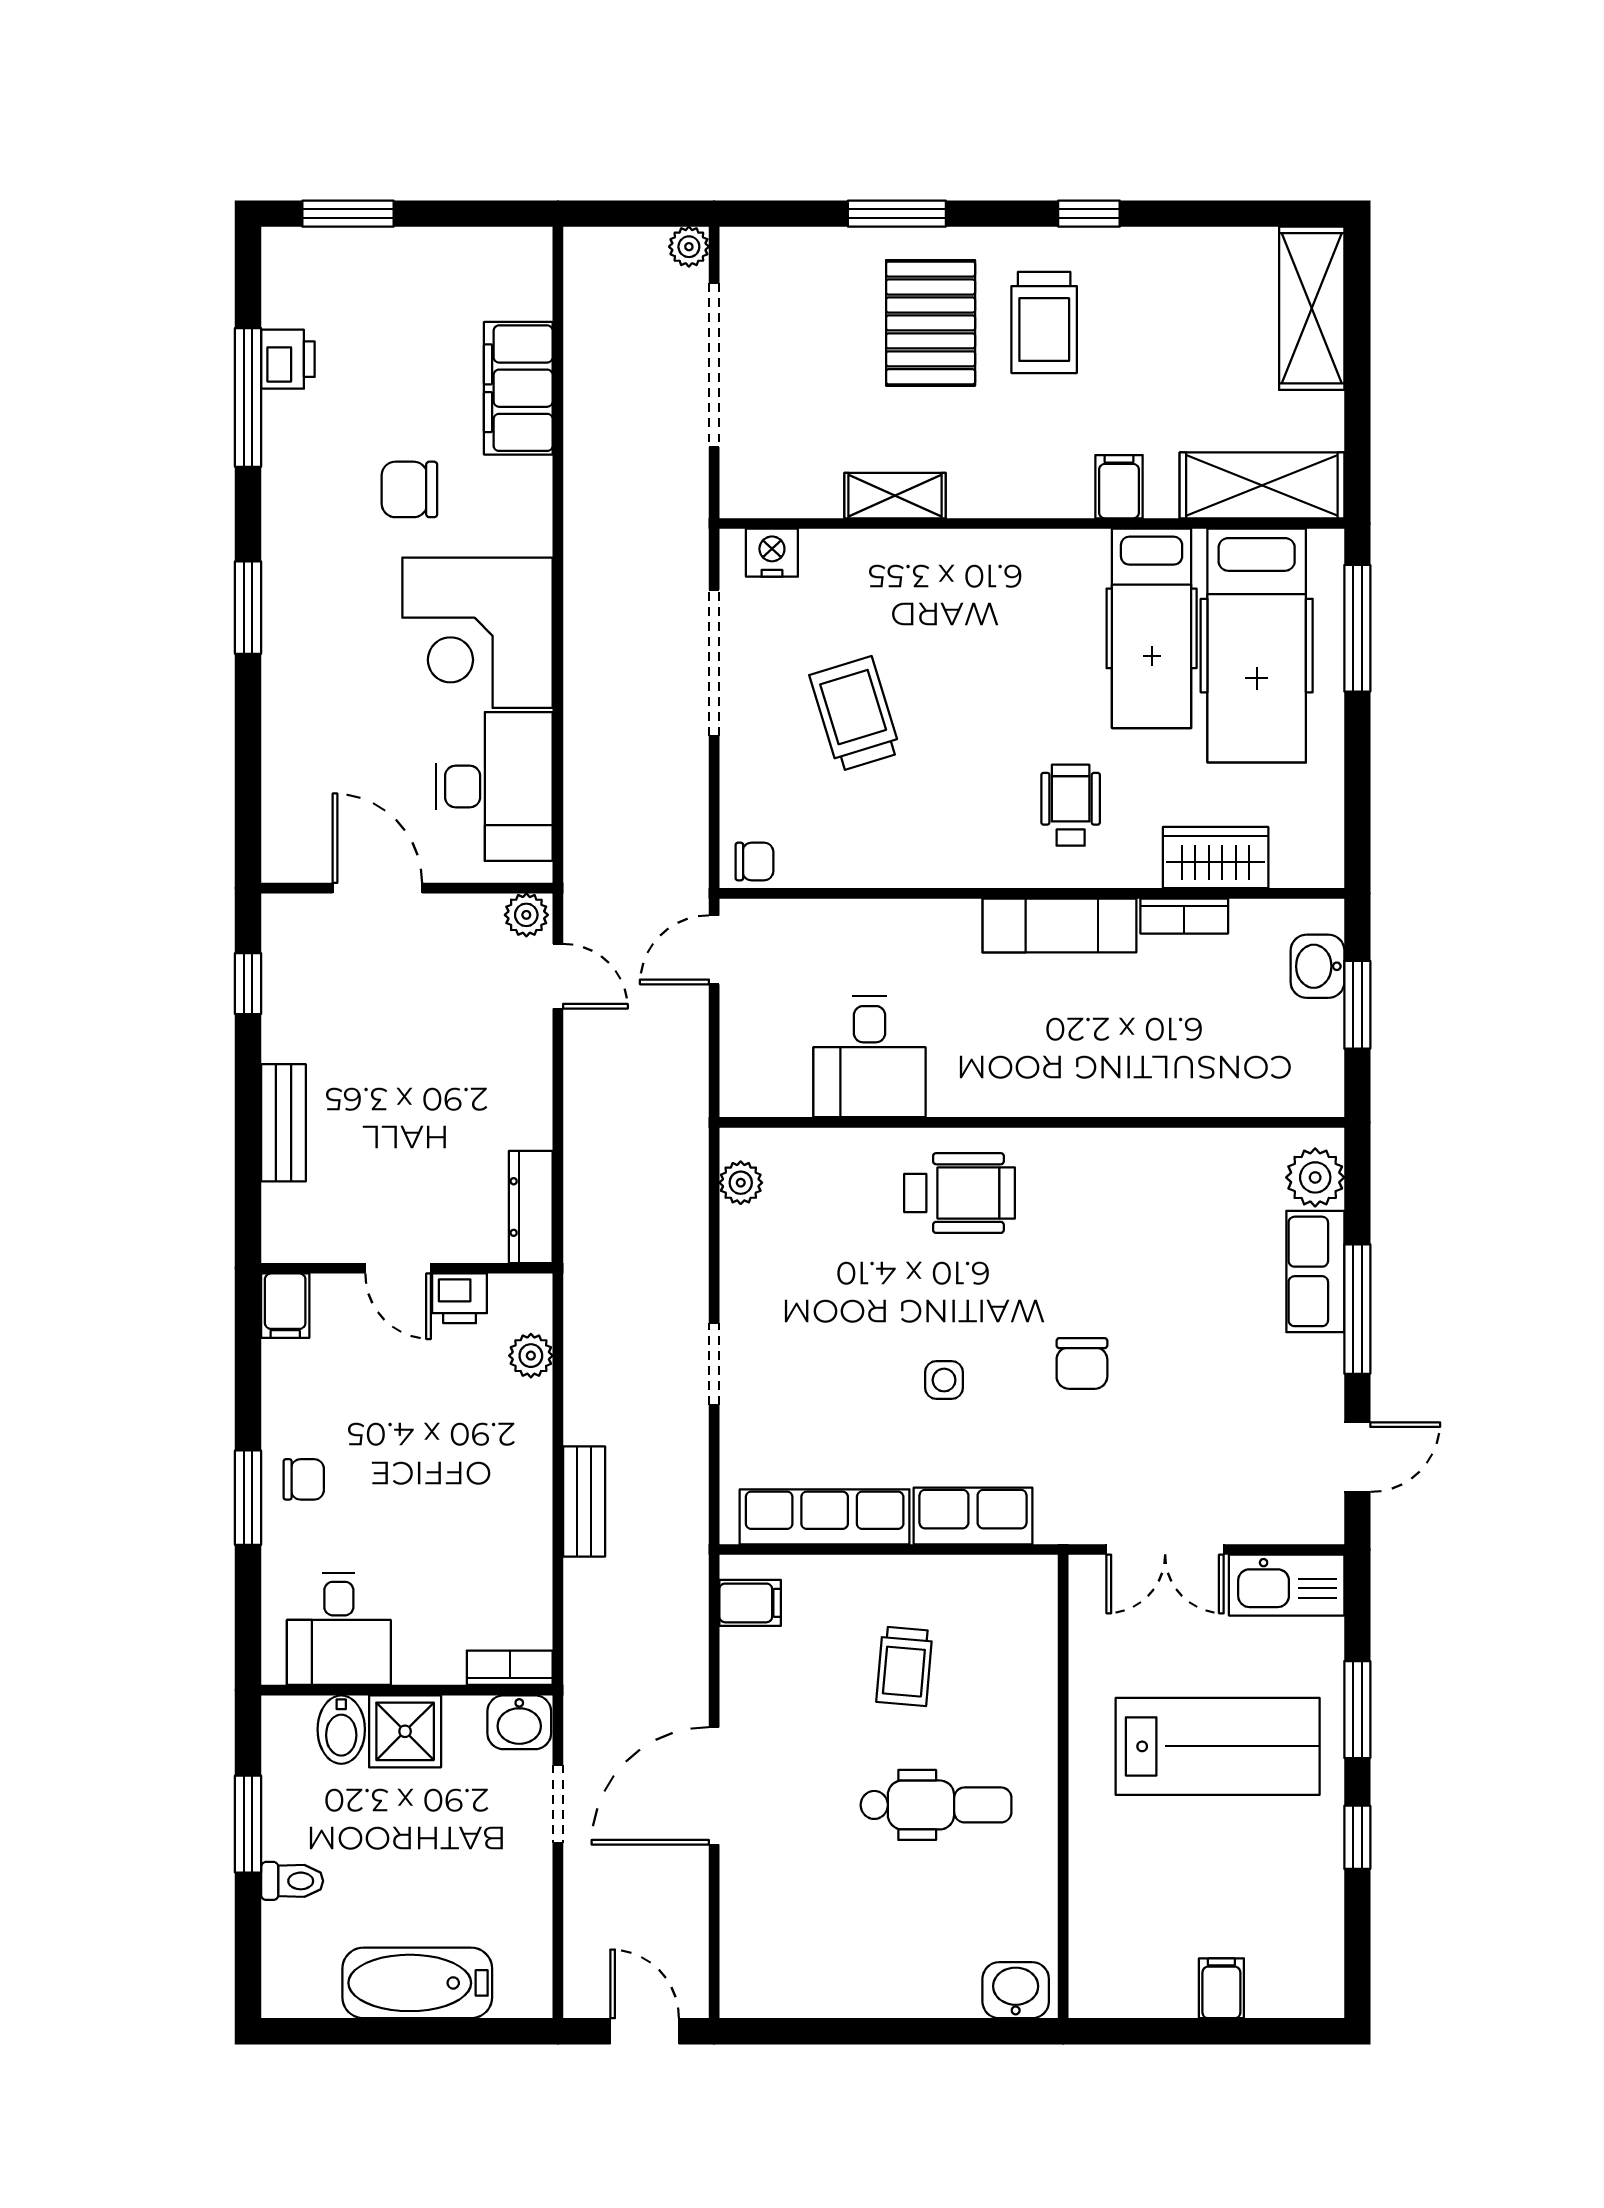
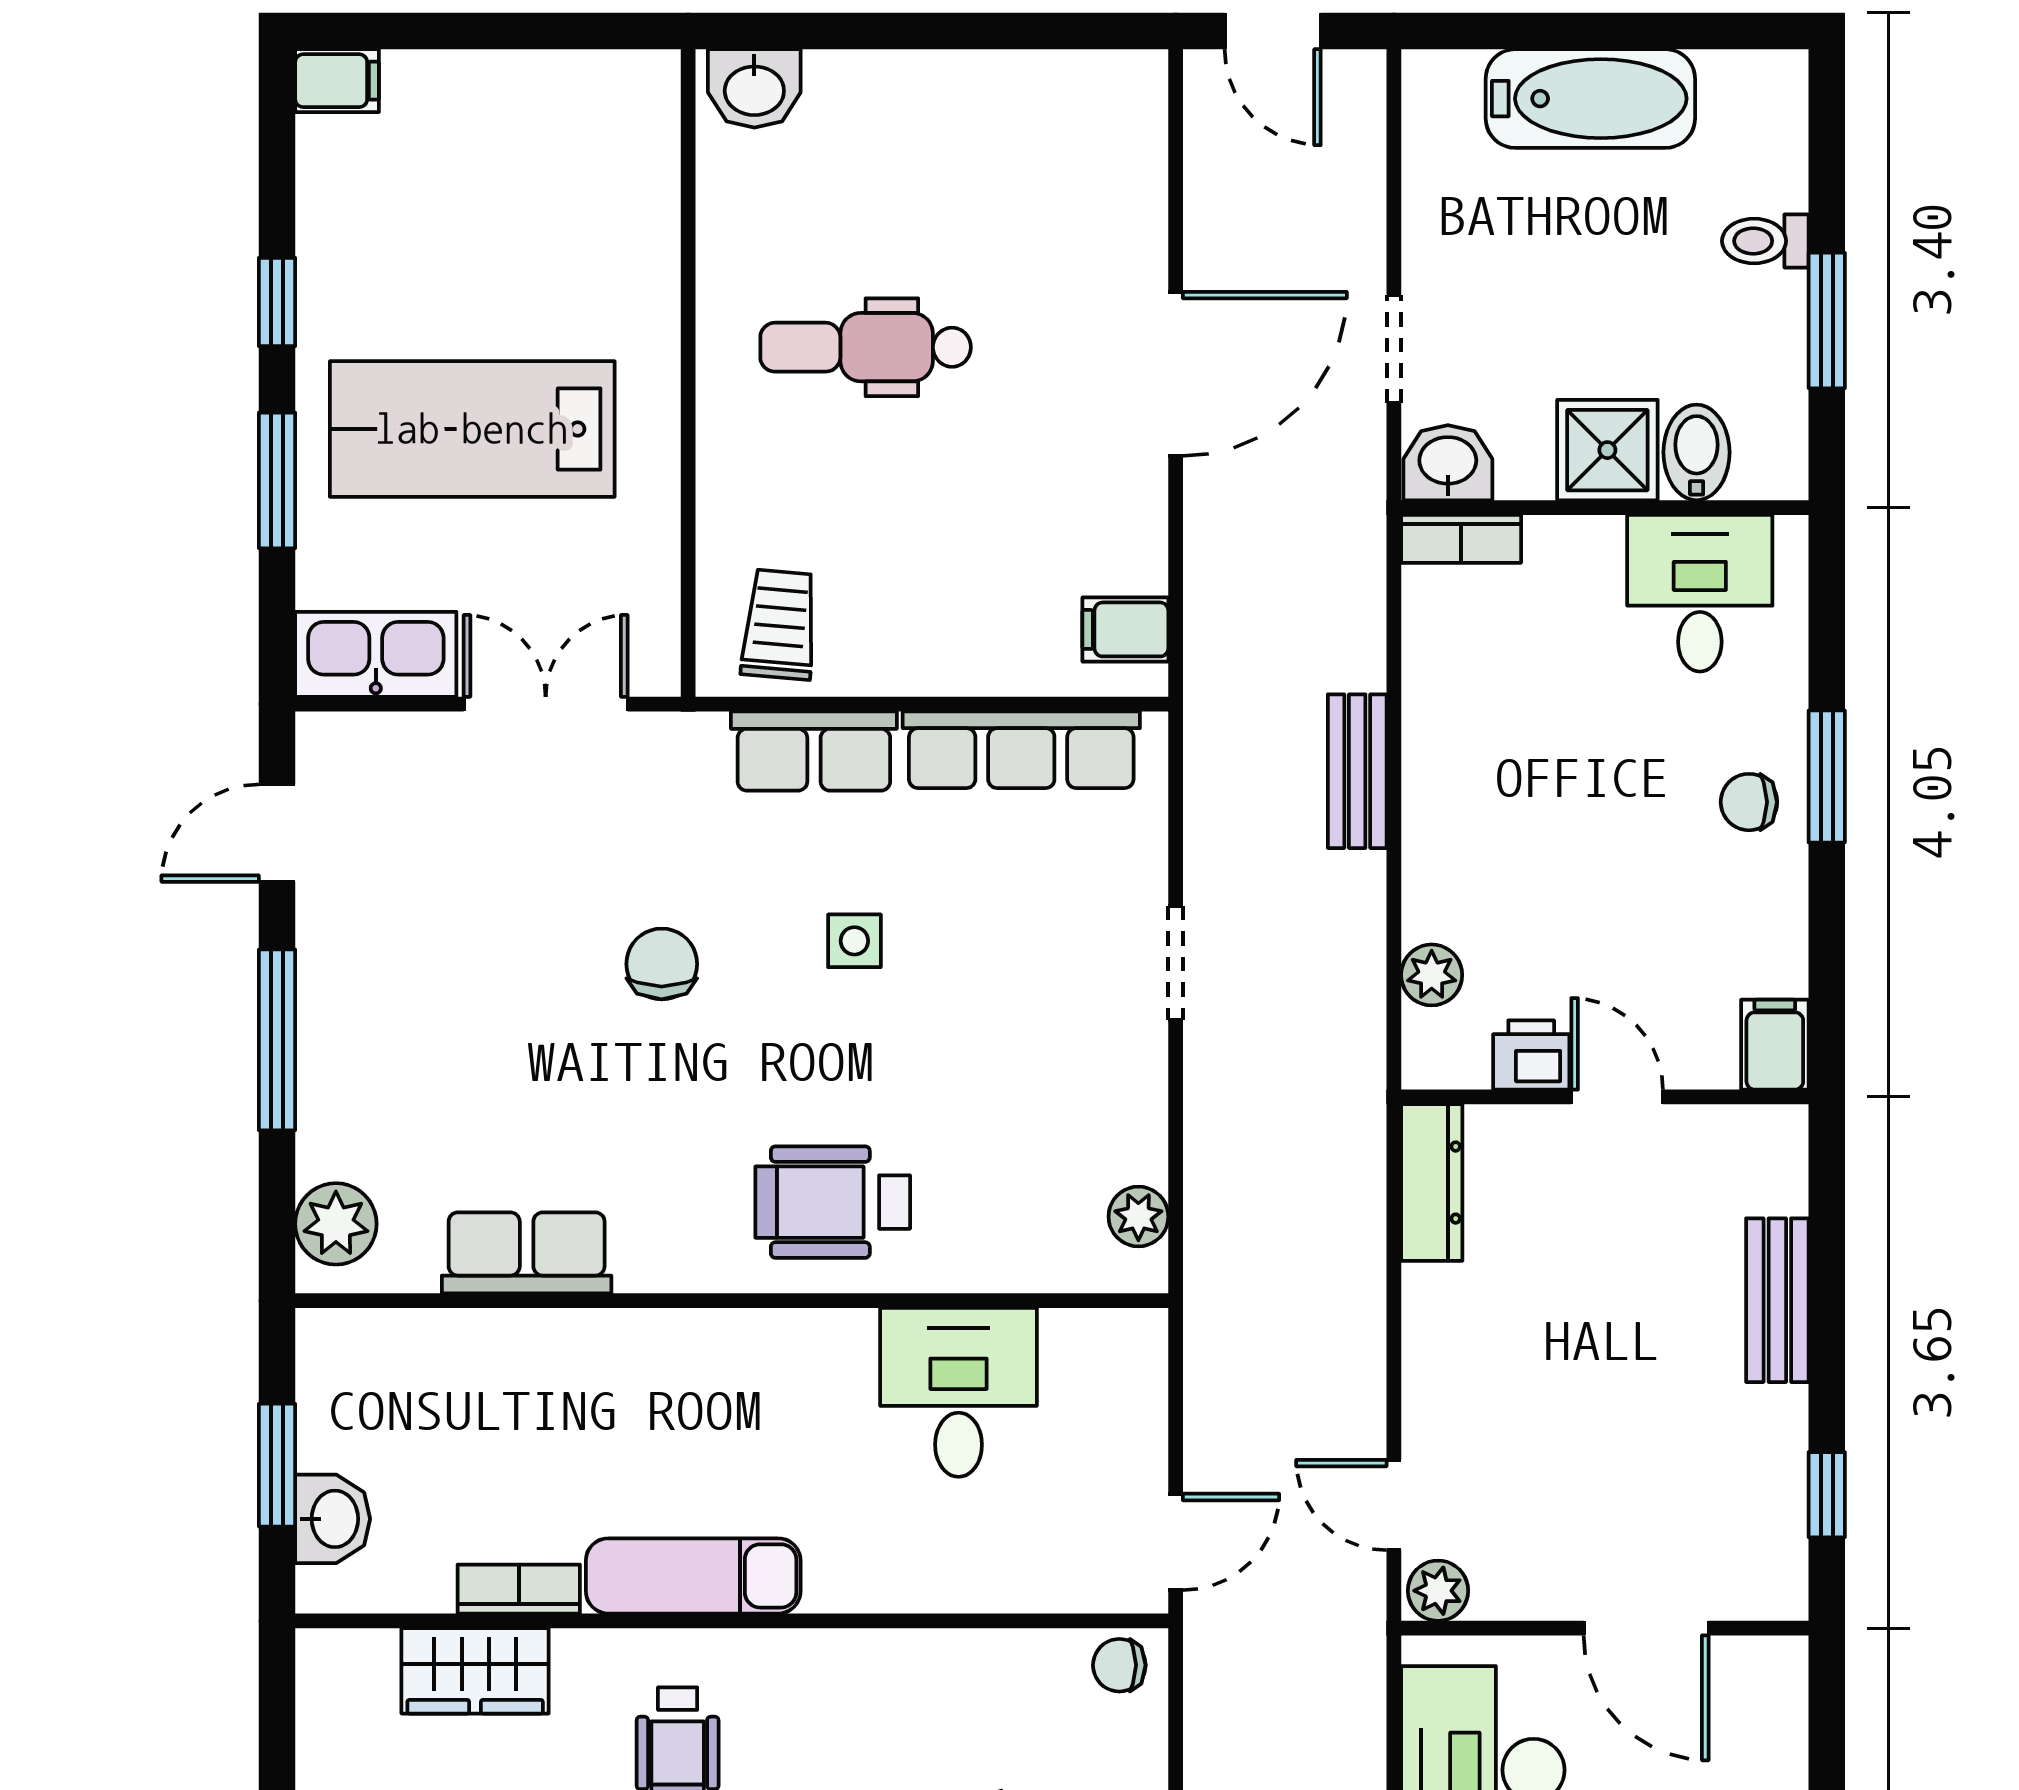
row of seats: (1315, 1271) -> (527, 1253), moved, turned -90
trolley: (904, 1666) -> (780, 625), moved
filing cabinet: (1221, 1988) -> (337, 81), moved, turned -90

